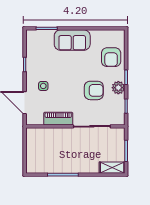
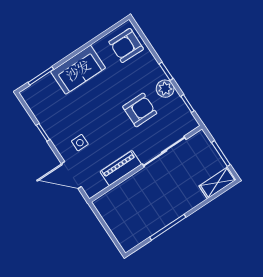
armchair: (111, 57) -> (126, 45), moved, turned 91

